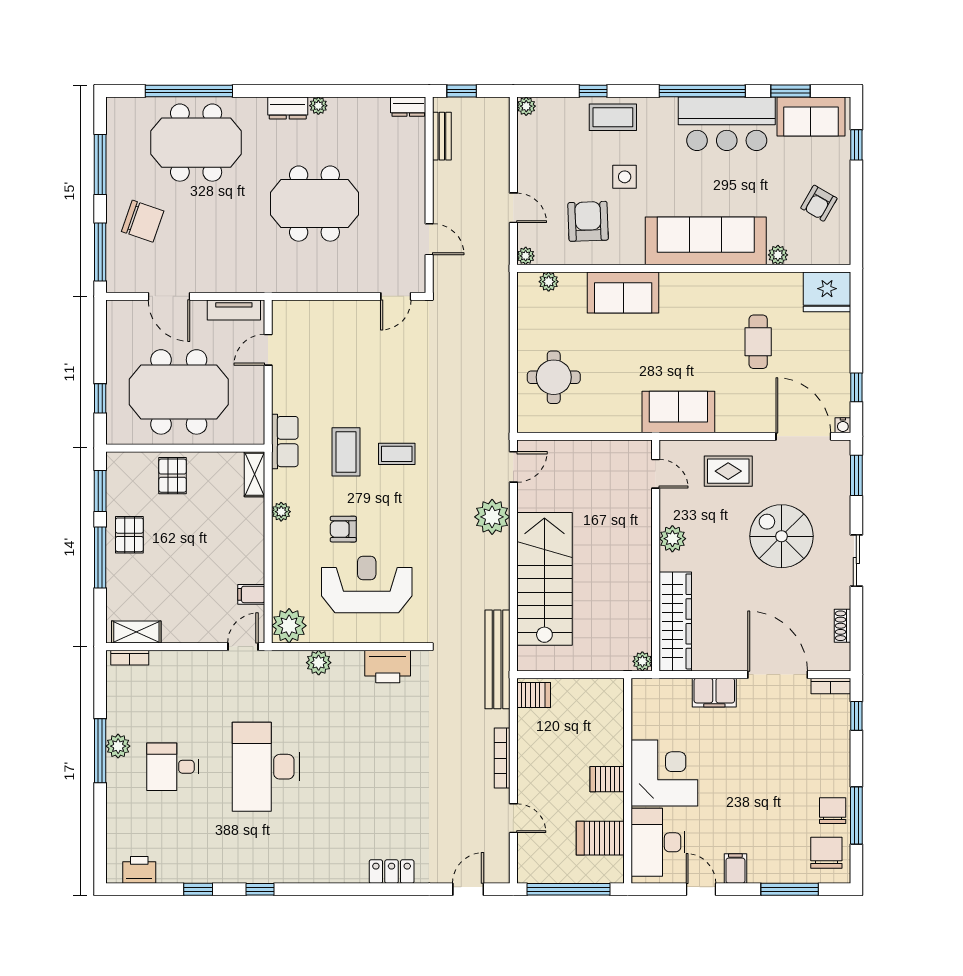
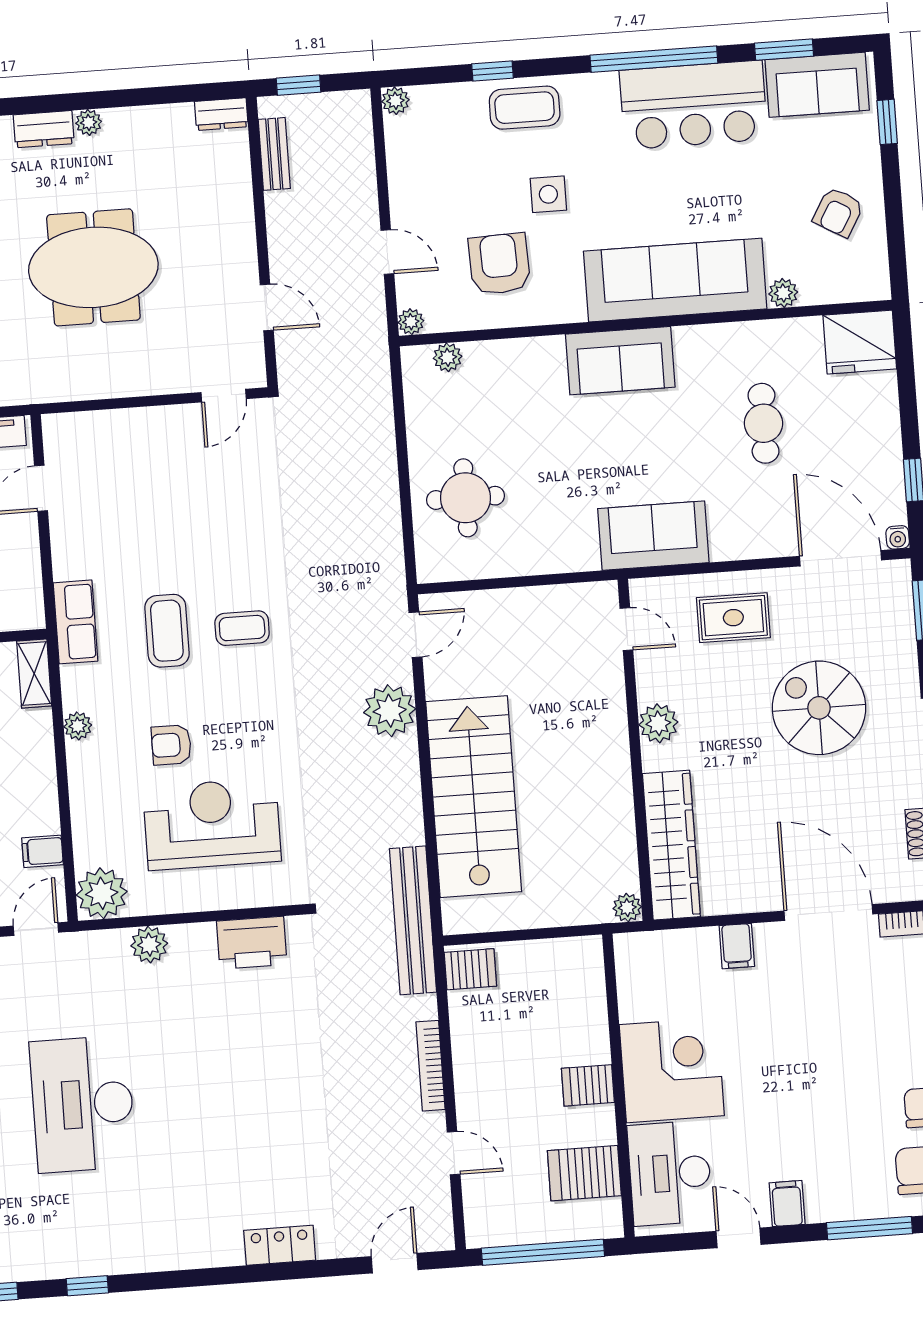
sofa: (623, 292) -> (620, 361), moved
filing cabinet: (714, 693) -> (737, 946), width x0.50

